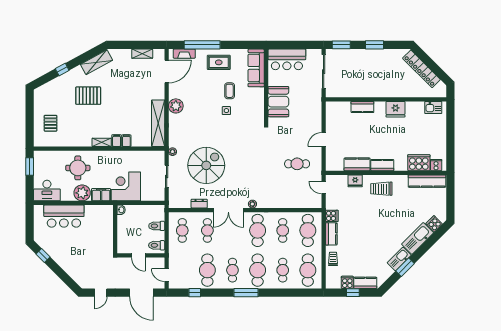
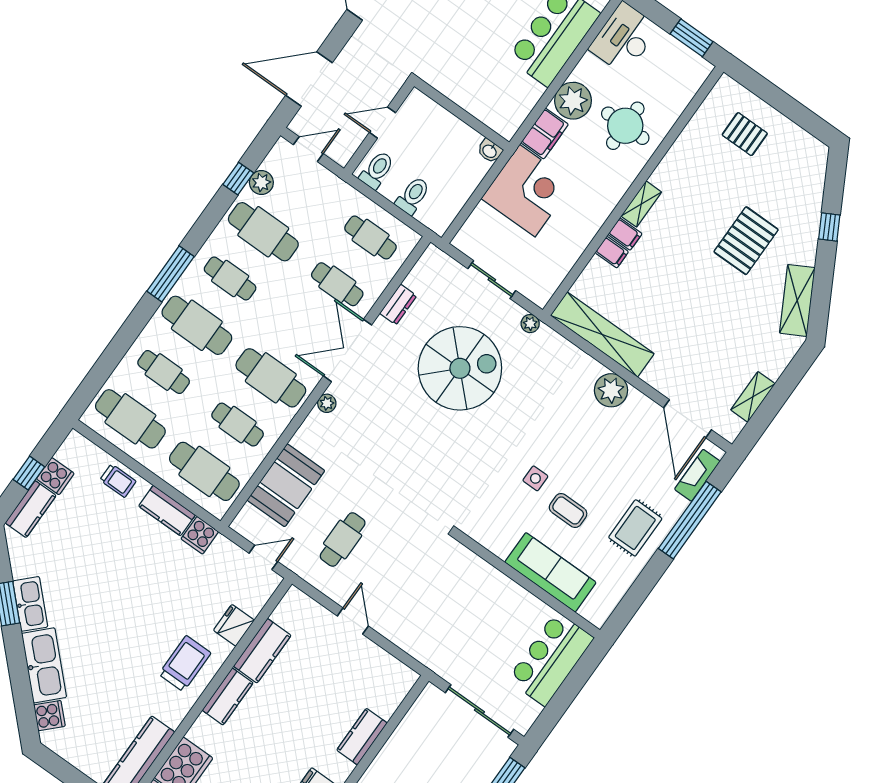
sofa: (256, 68) -> (550, 572), moved
booth: (278, 102) -> (286, 485), moved, turned 90
spiral stairs: (206, 165) -> (460, 368), turned -90
plant: (190, 283) -> (261, 182), added

